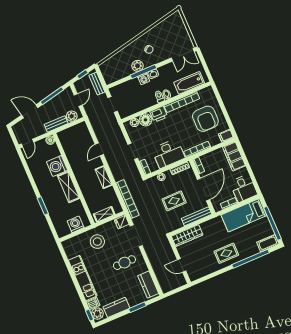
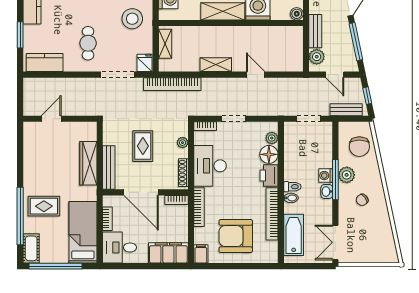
chair: (116, 65) -> (359, 147), added
wardrobe: (187, 236) -> (88, 163), moved
rug: (226, 253) -> (44, 206), moved, turned 90

